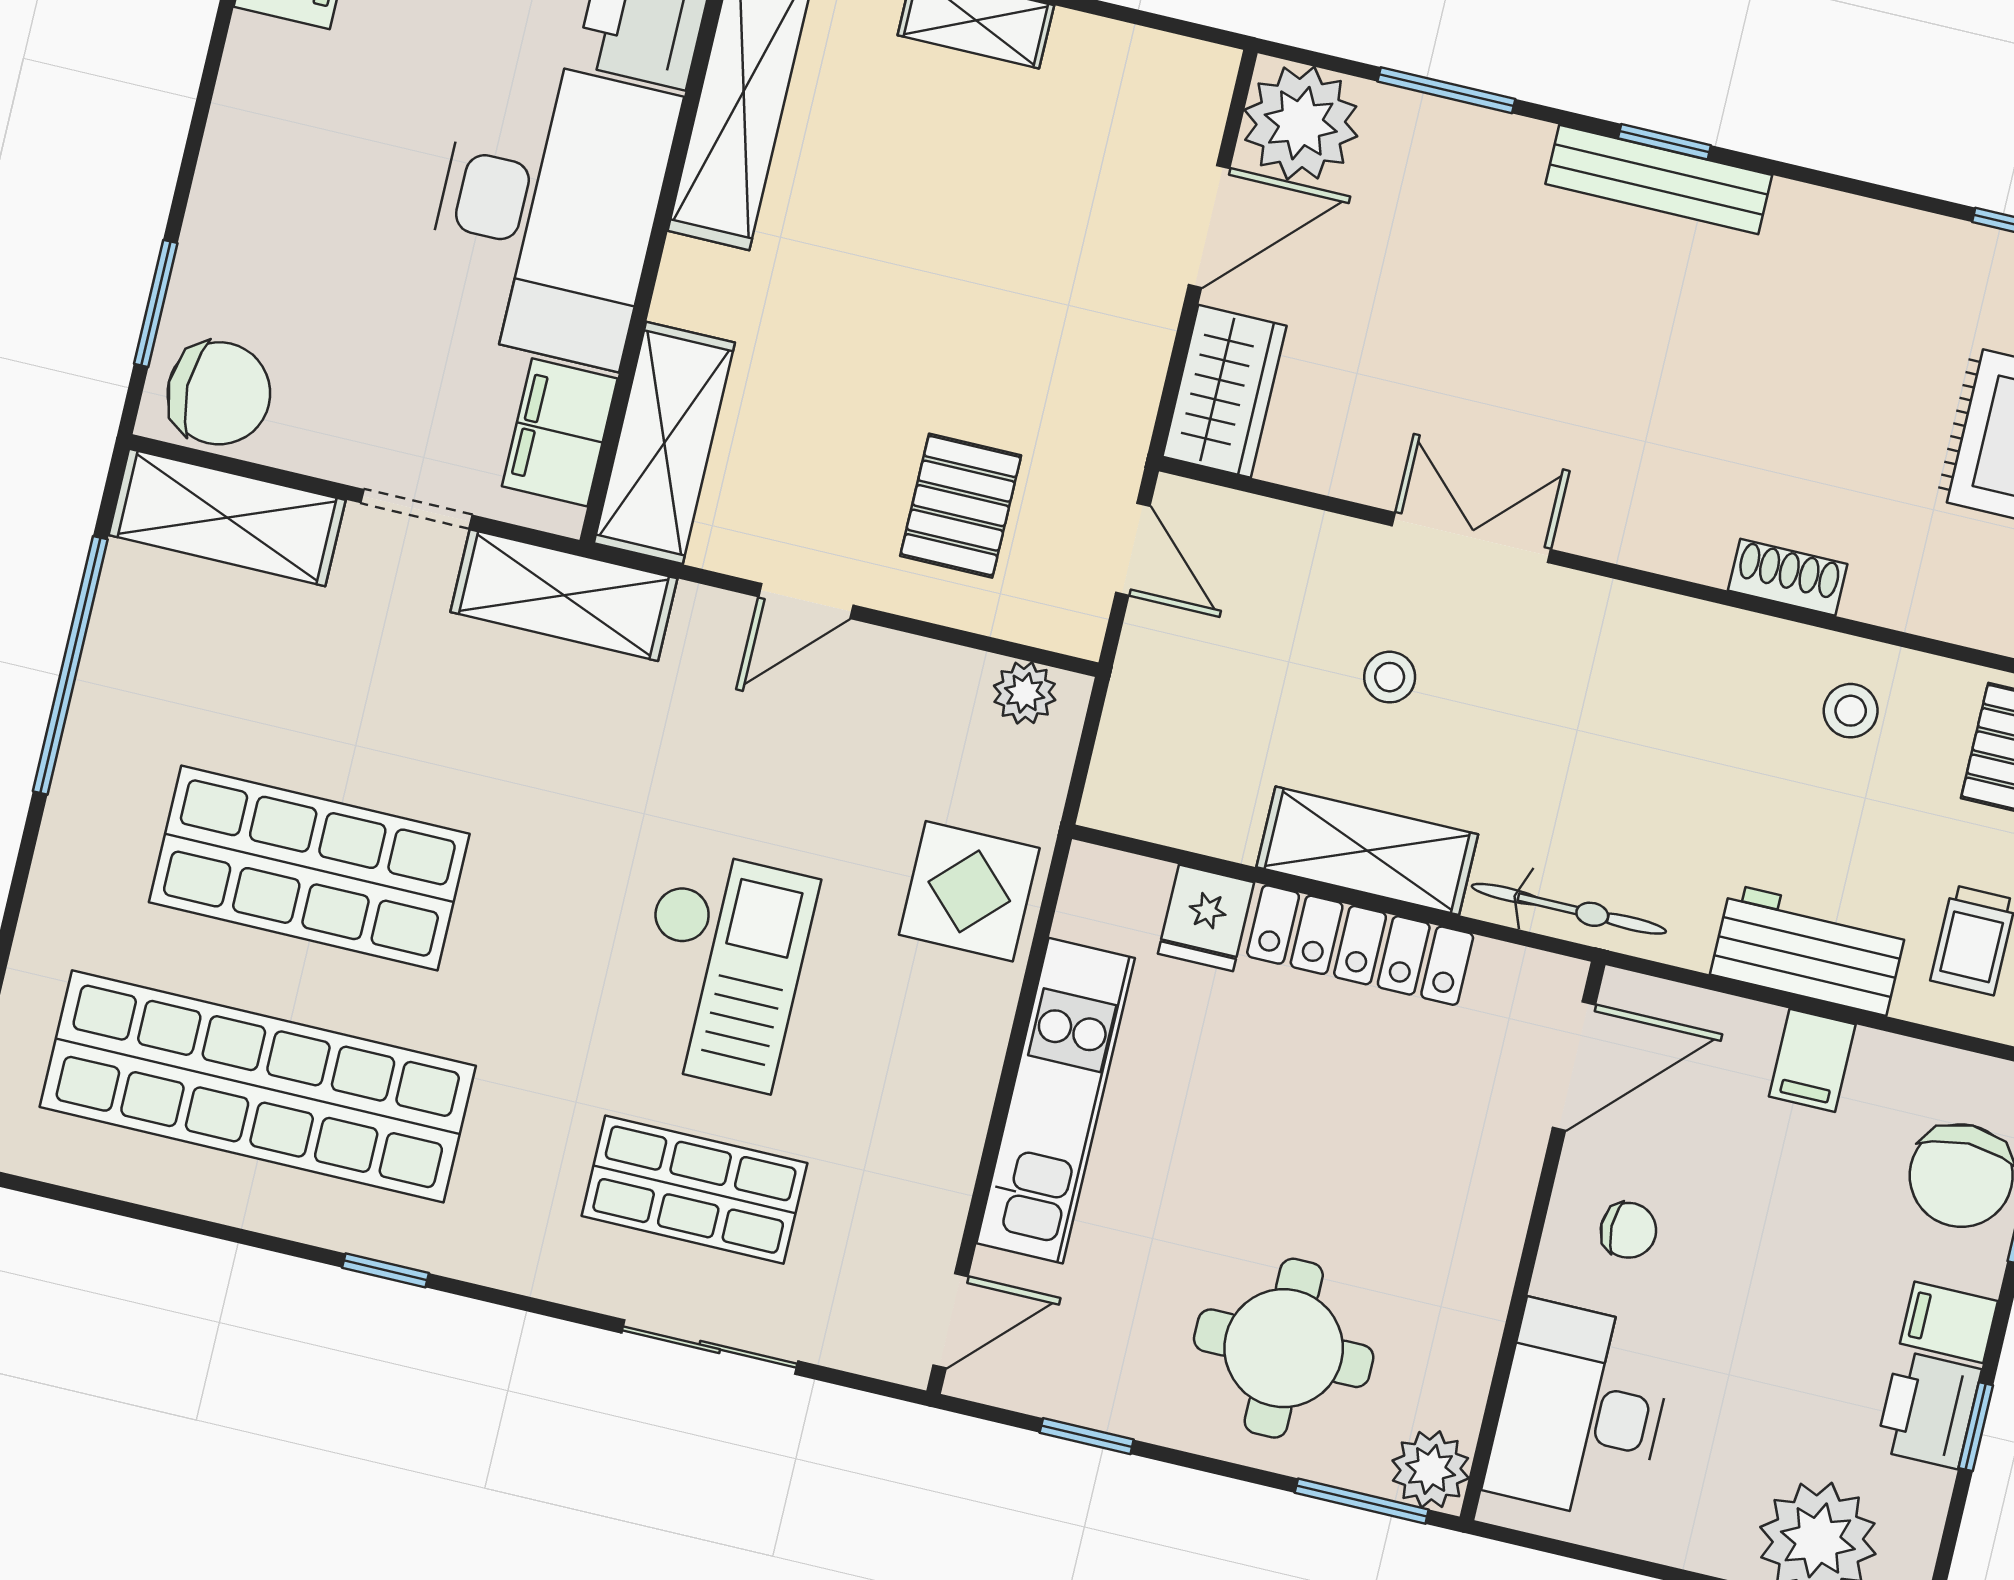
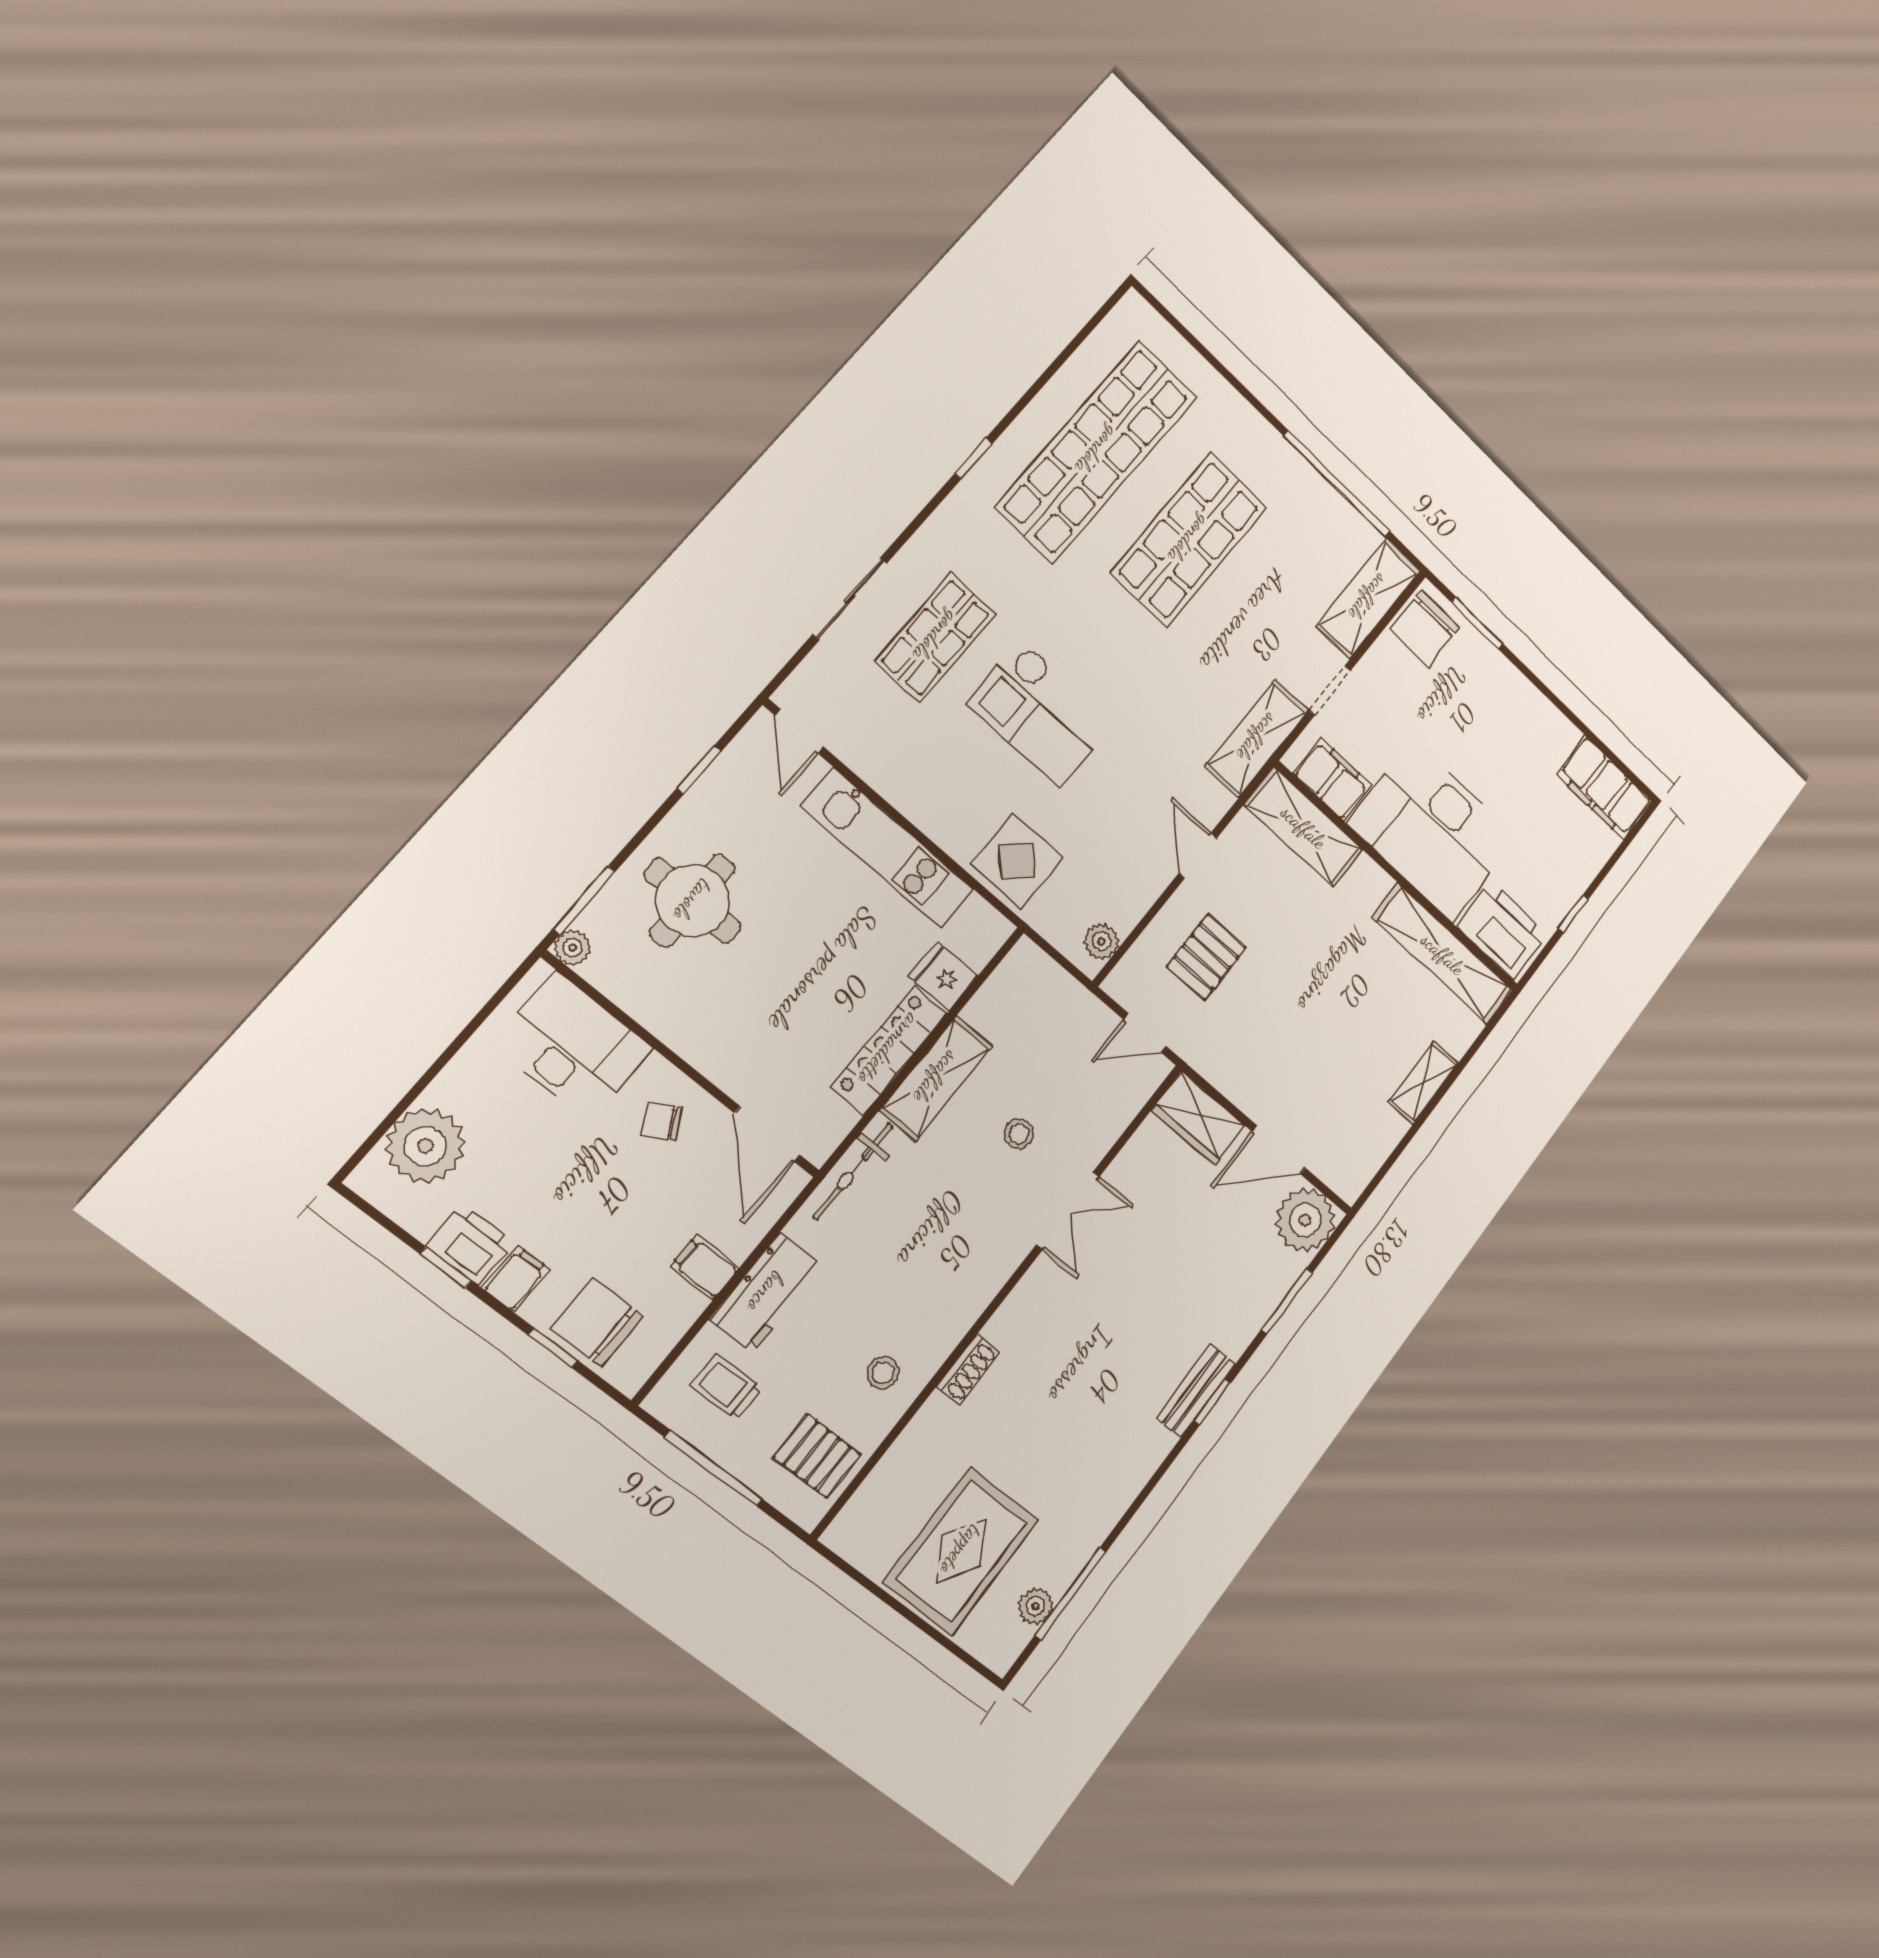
bench: (1659, 179) -> (1196, 1391), width x0.73
door: (1209, 226) -> (1279, 1150), hinge flipped
pallet: (961, 506) -> (1206, 957), turned 90
chair: (1628, 1230) -> (662, 1121), turned 61
plant: (1431, 1469) -> (573, 948), width x0.73, depth x0.73

